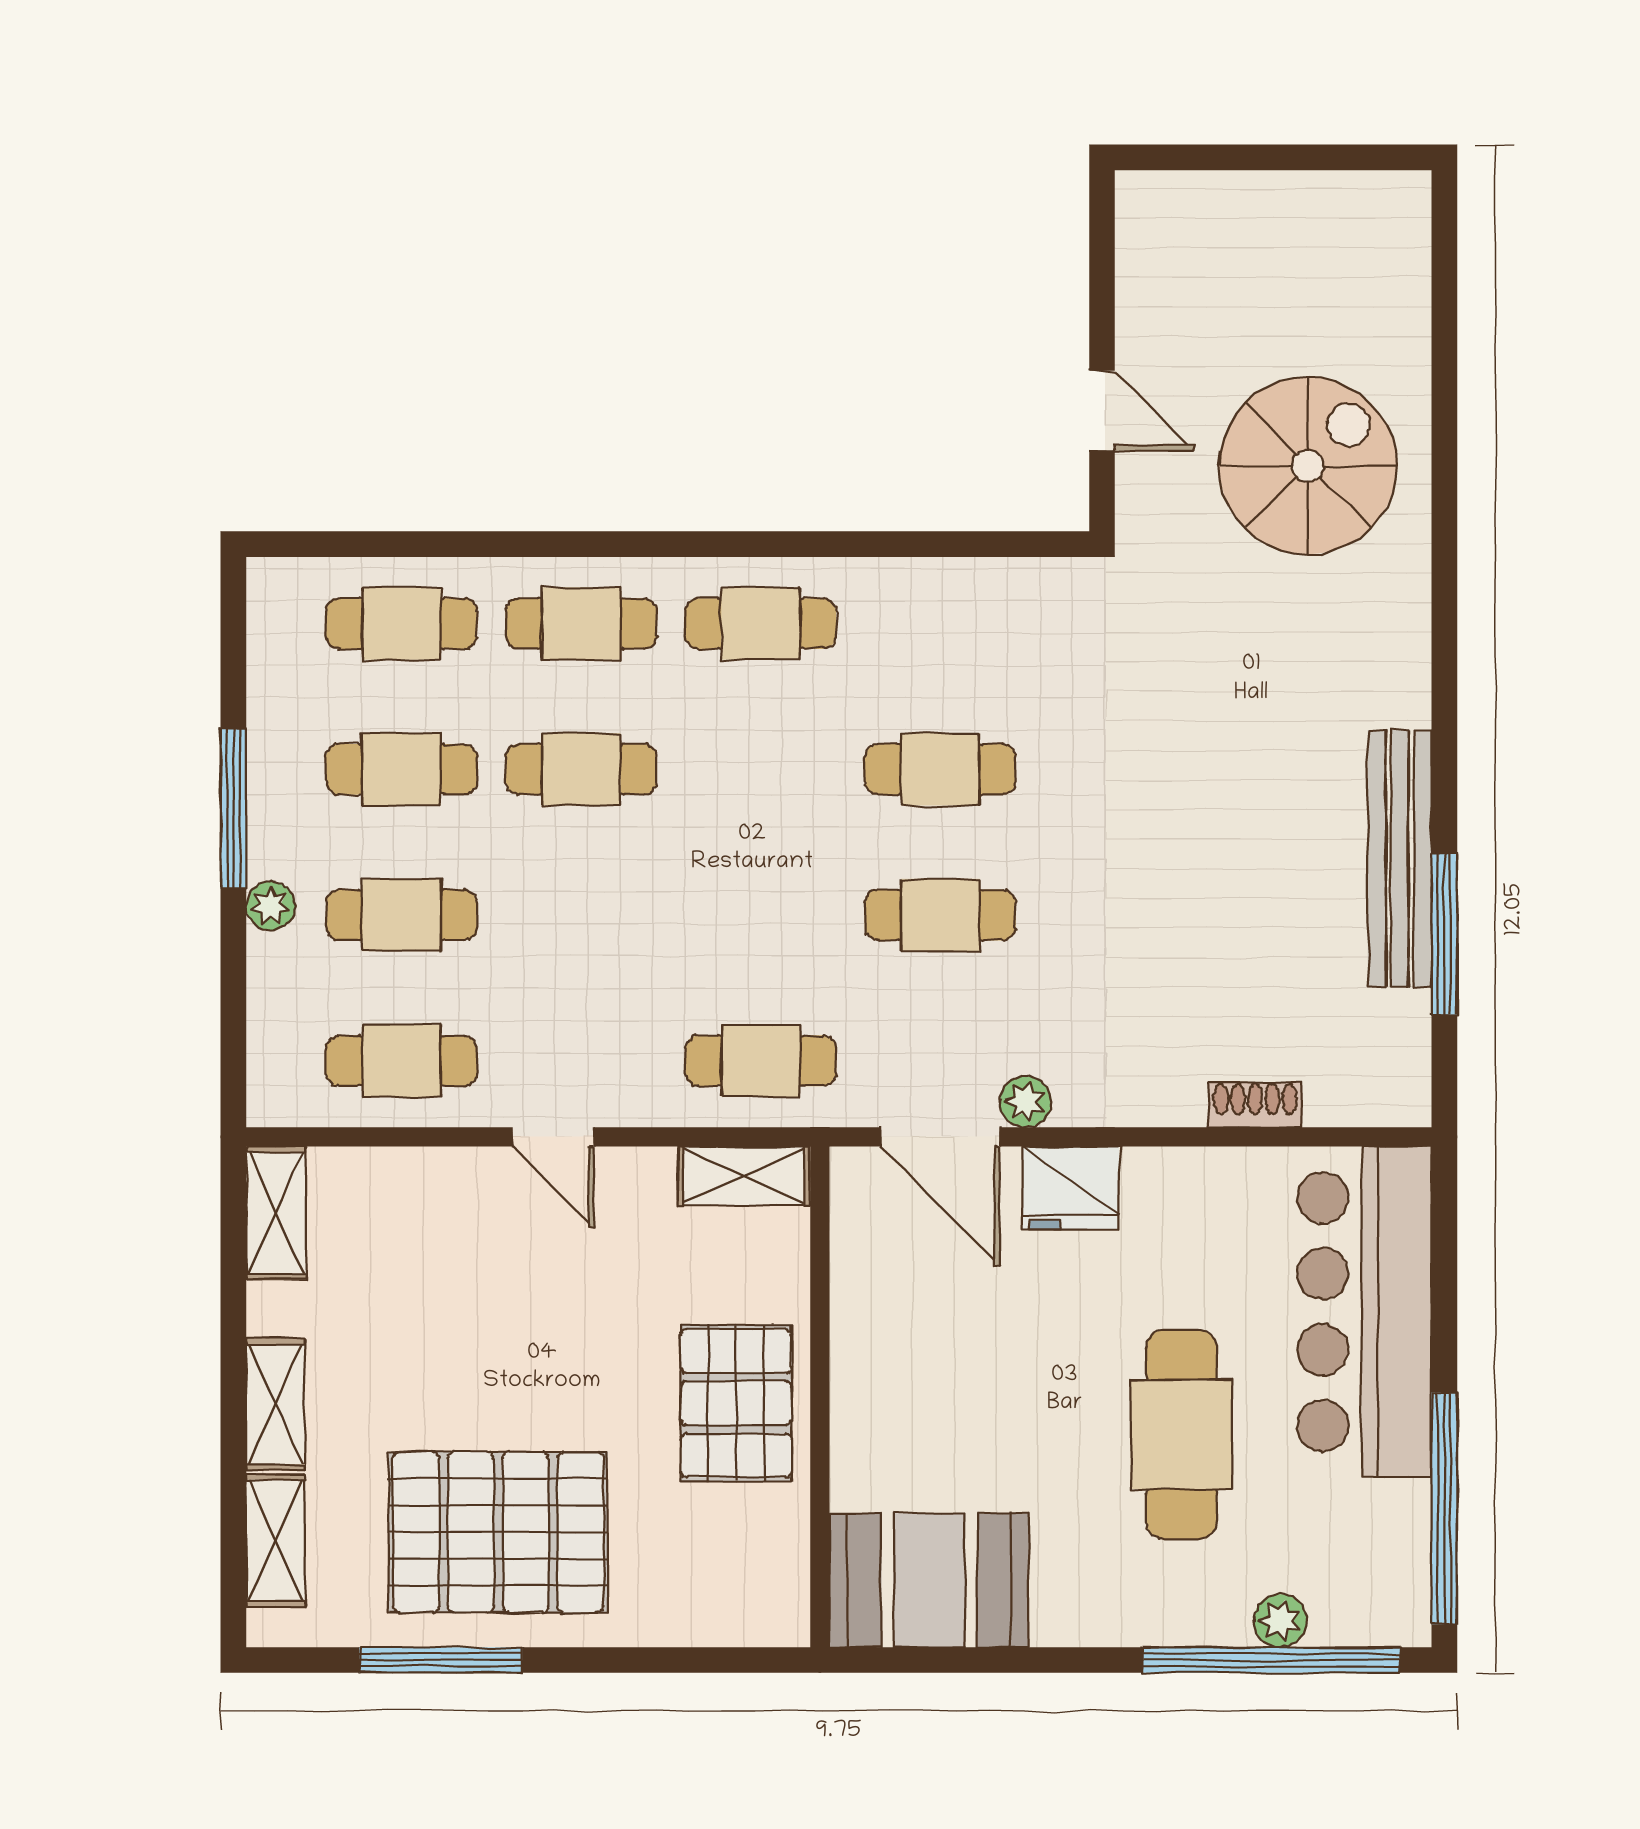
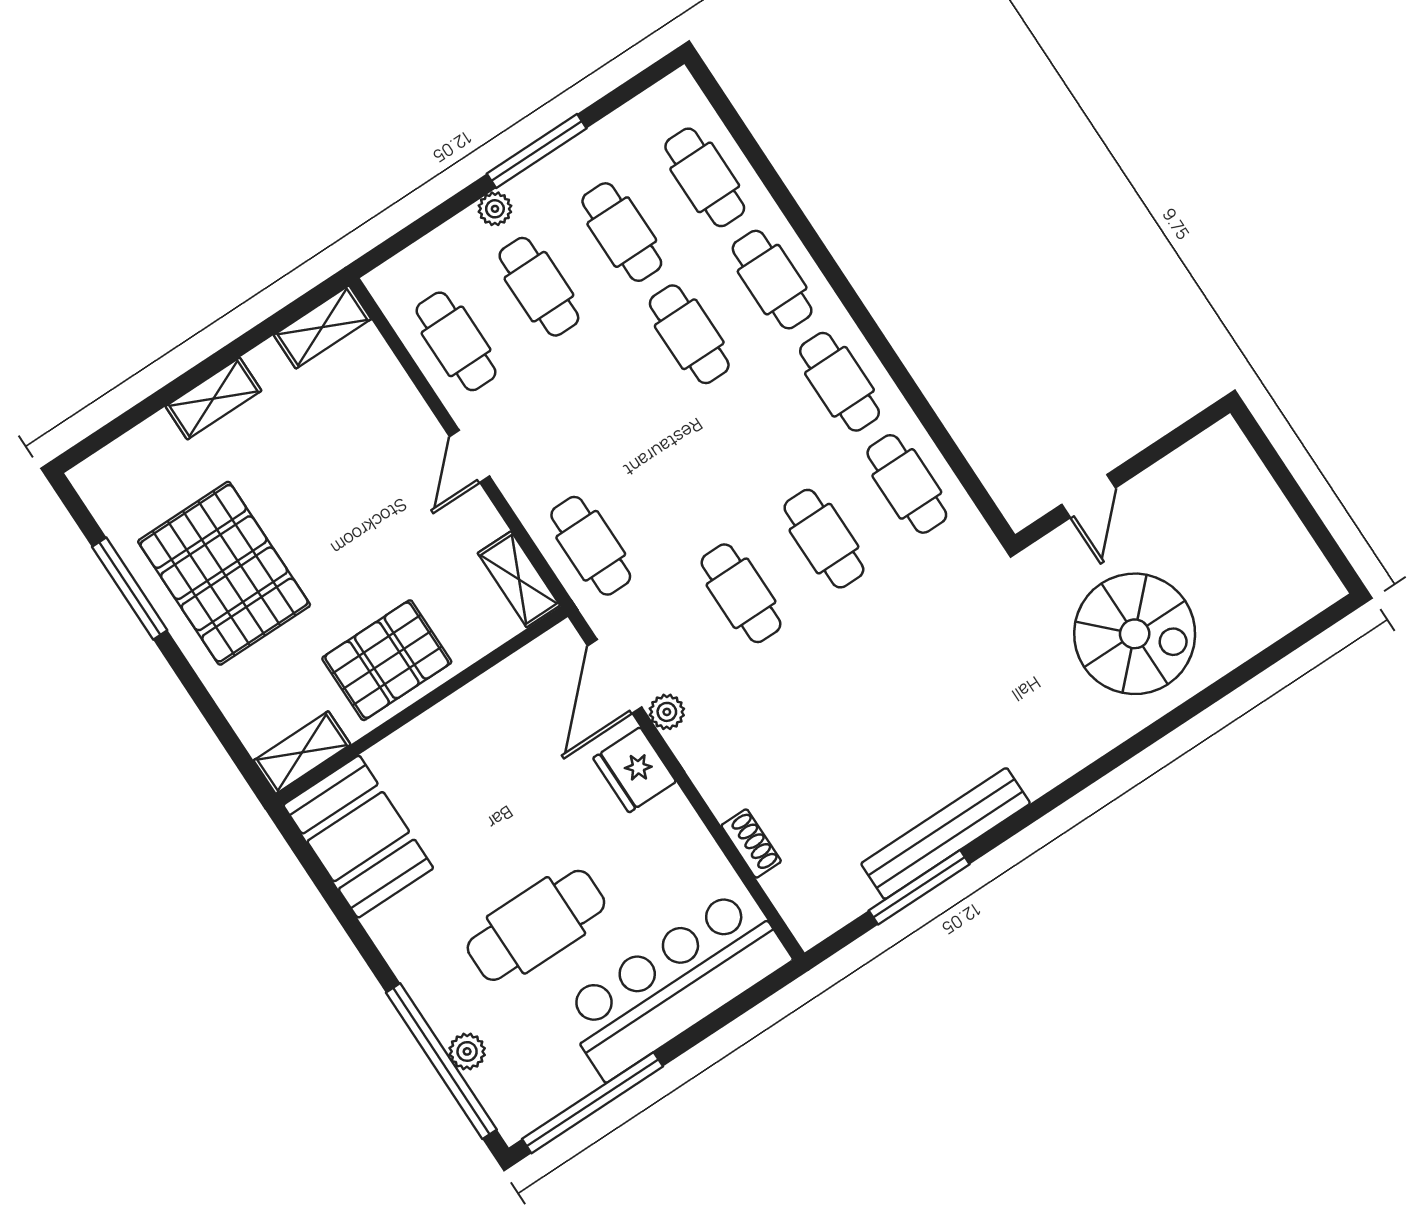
cafe table: (940, 624) -> (907, 484), added
shelving: (276, 1540) -> (302, 752), moved

